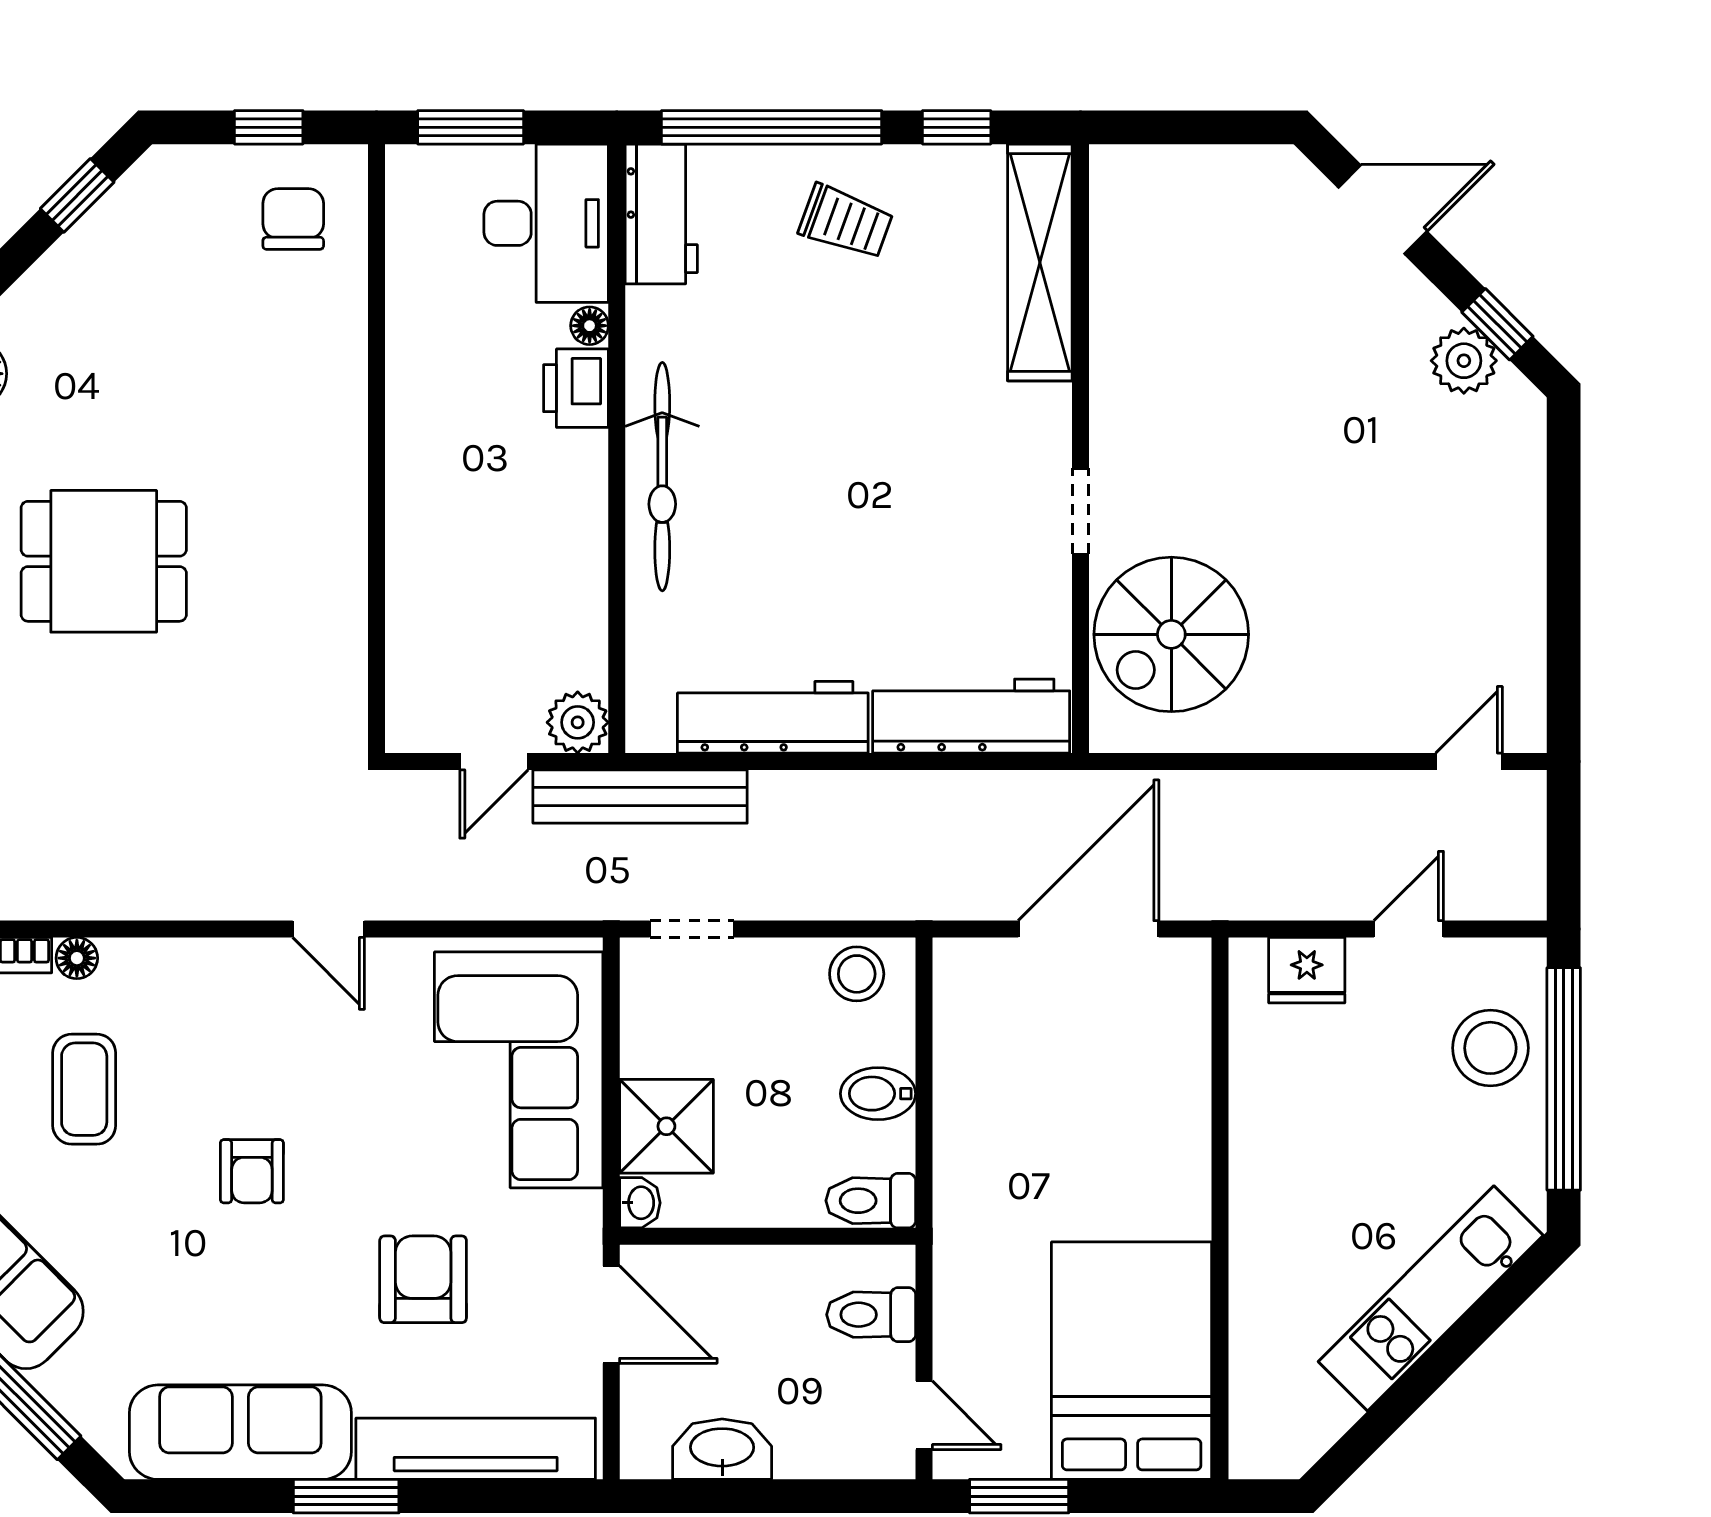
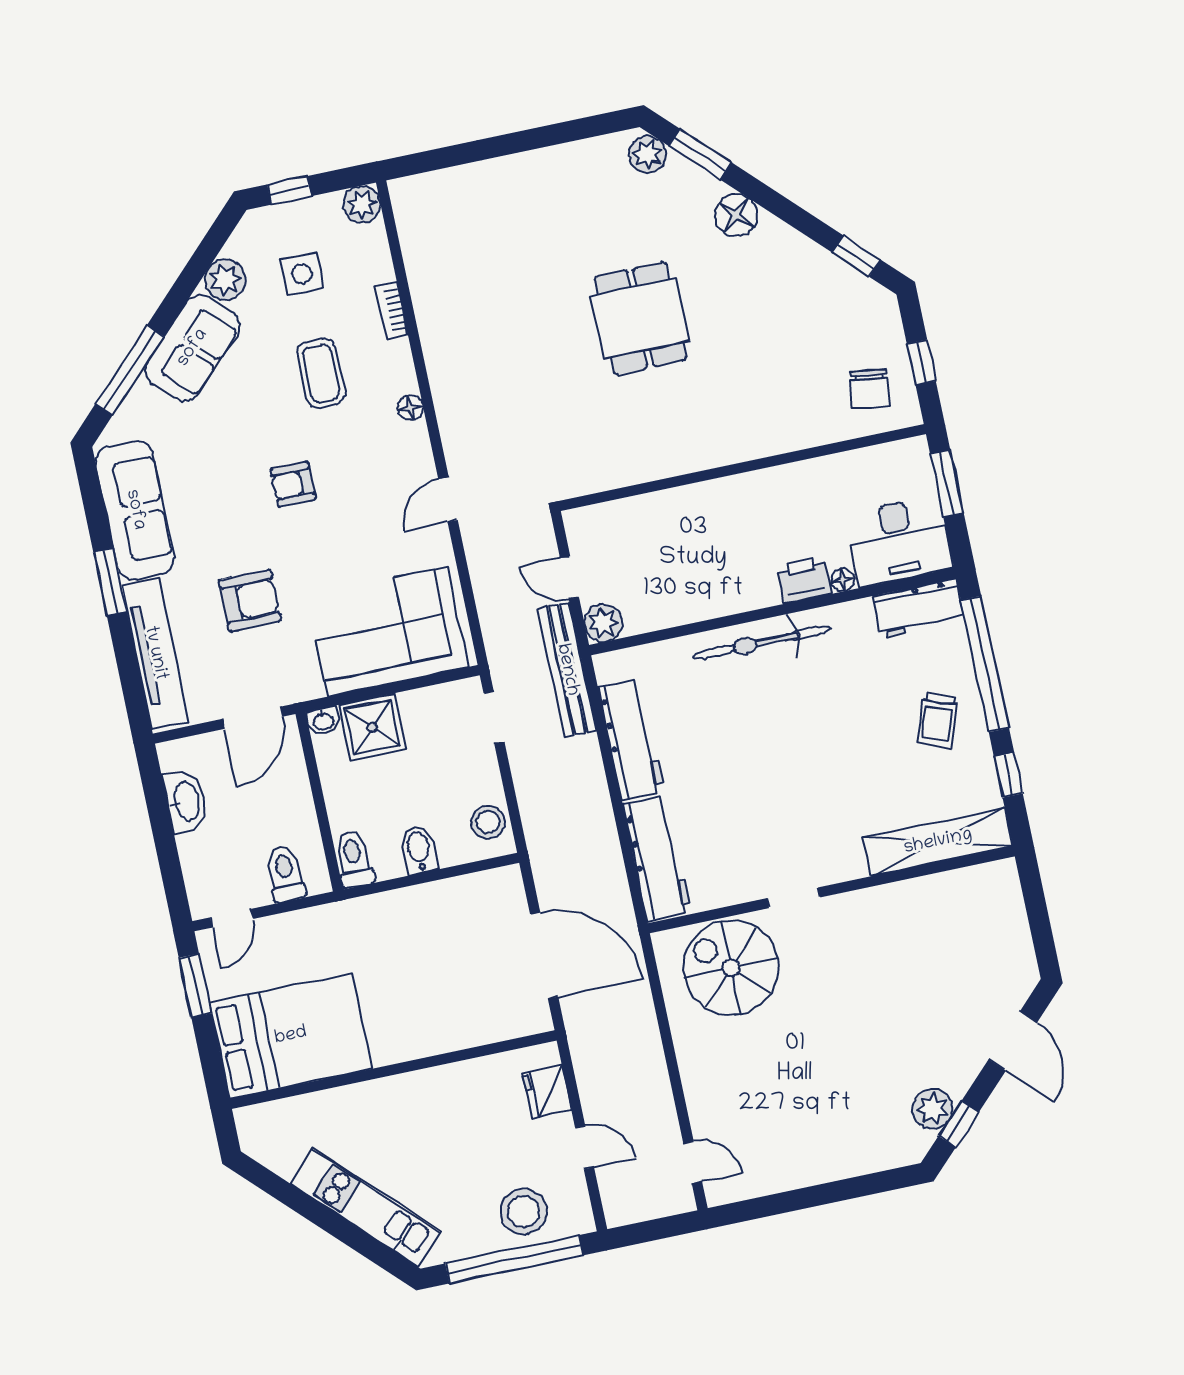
chair: (293, 219) -> (869, 389), turned 98
floor lamp: (77, 958) -> (411, 408), moved
coffee table: (84, 1089) -> (321, 373), turned 90

